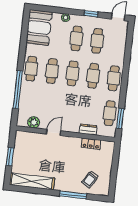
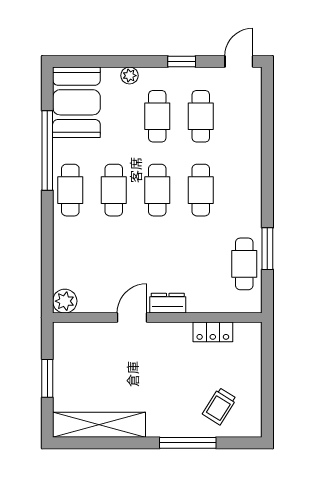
cafe table: (114, 78) -> (244, 190), removed
window: (18, 90) -> (47, 150), moved
window: (120, 119) -> (267, 249), moved
plant: (34, 122) -> (65, 301), moved
dresser: (88, 130) -> (168, 303), moved

